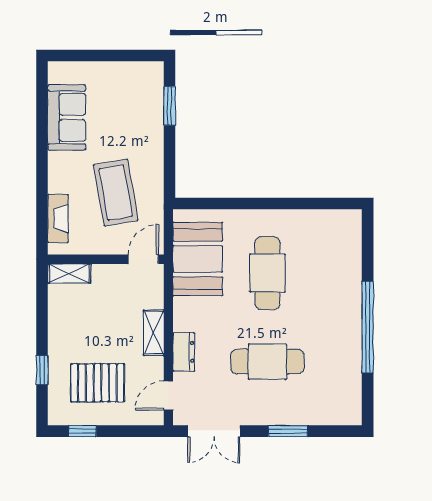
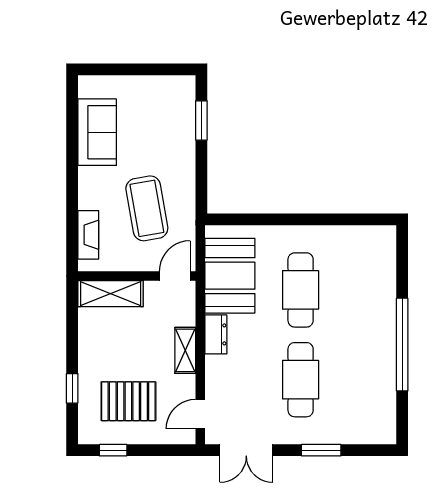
shelving: (69, 273) -> (111, 294), width x1.50, depth x1.33
dresser: (184, 352) -> (216, 334), moved
cafe table: (267, 362) -> (301, 380), turned 90

